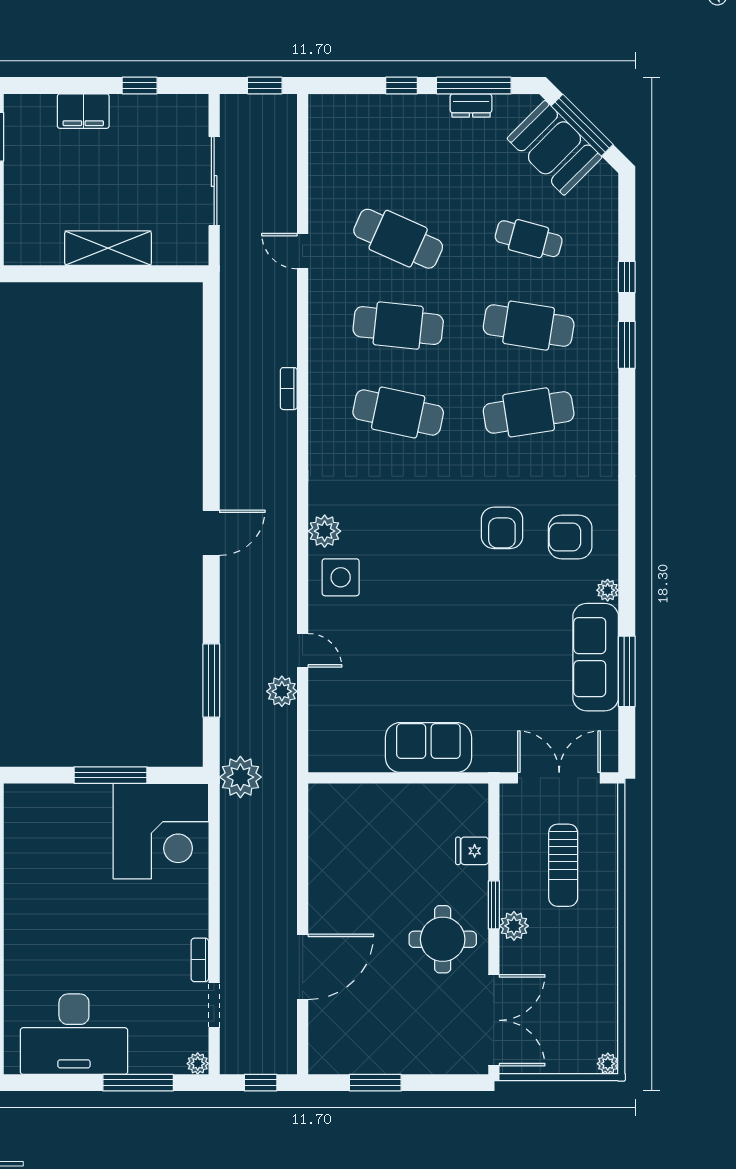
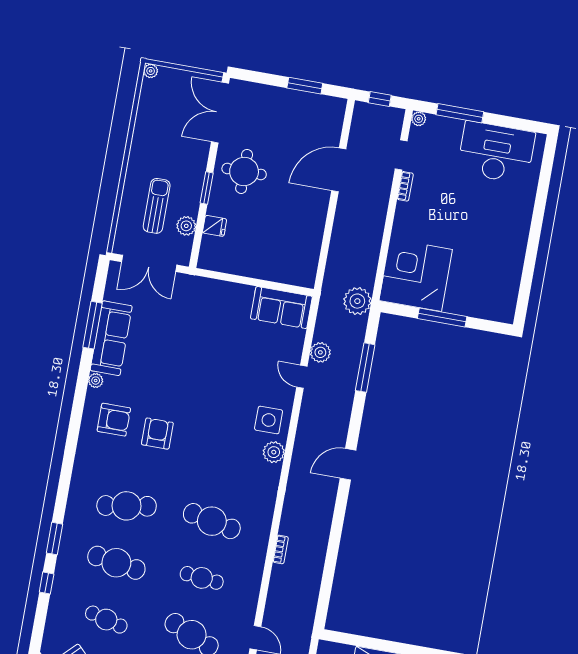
cafe table: (398, 326) -> (202, 578), width x0.73, depth x0.74
sofa: (428, 747) -> (281, 308), moved
plant: (514, 926) -> (186, 226), moved

